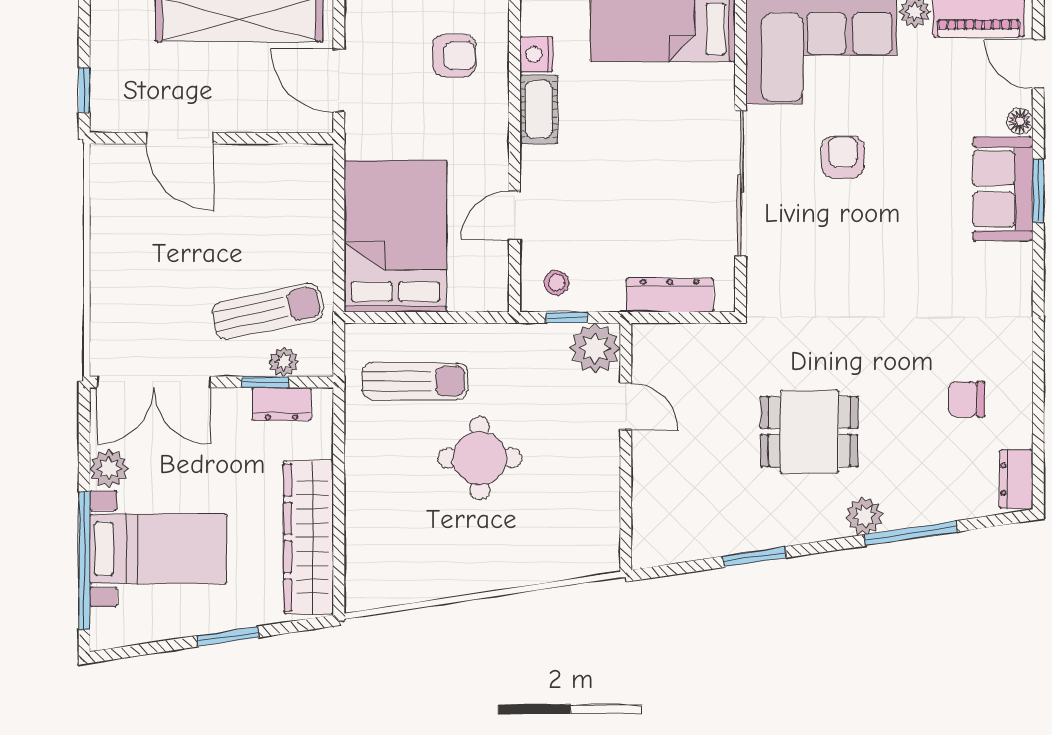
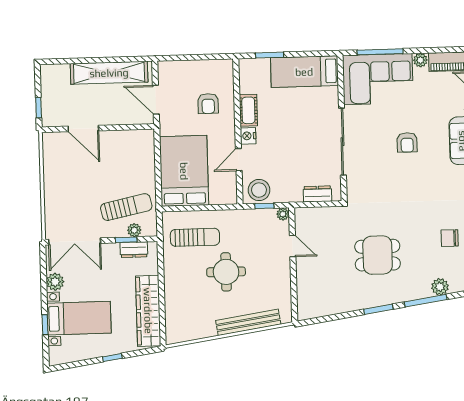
nightstand: (536, 54) -> (248, 136), moved
armchair: (454, 56) -> (208, 103), moved, turned 90
armchair: (843, 157) -> (407, 142), moved, turned 180
stool: (557, 283) -> (259, 190), width x1.89, depth x1.89
dresser: (670, 295) -> (317, 194), width x0.70
plant: (595, 348) -> (283, 214), width x0.53, depth x0.53
plant: (864, 516) -> (440, 287), moved
window: (754, 557) -> (378, 309), moved
window: (84, 561) -> (45, 325), width x0.32
bench: (525, 569) -> (248, 322), added
window: (228, 637) -> (112, 358), width x0.67

